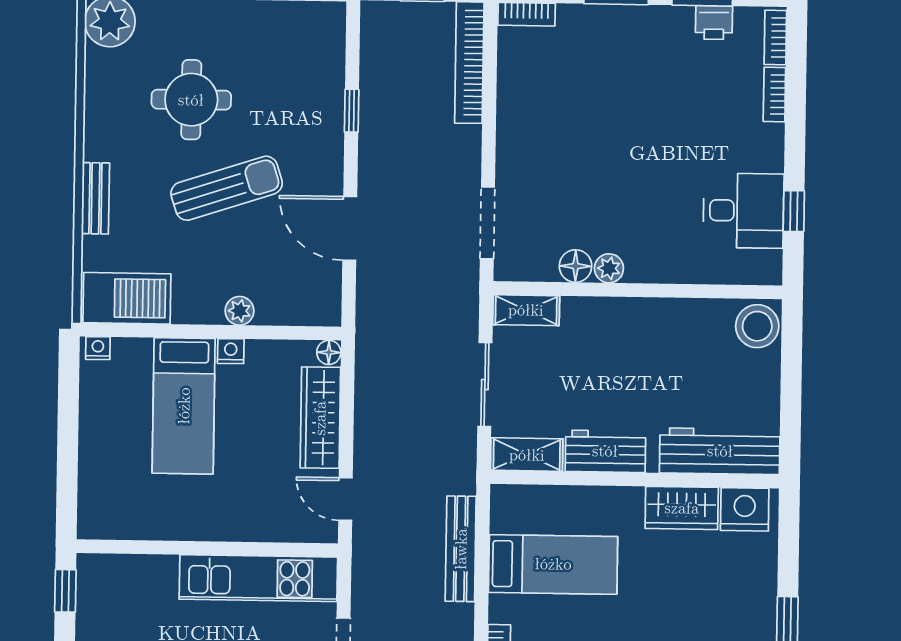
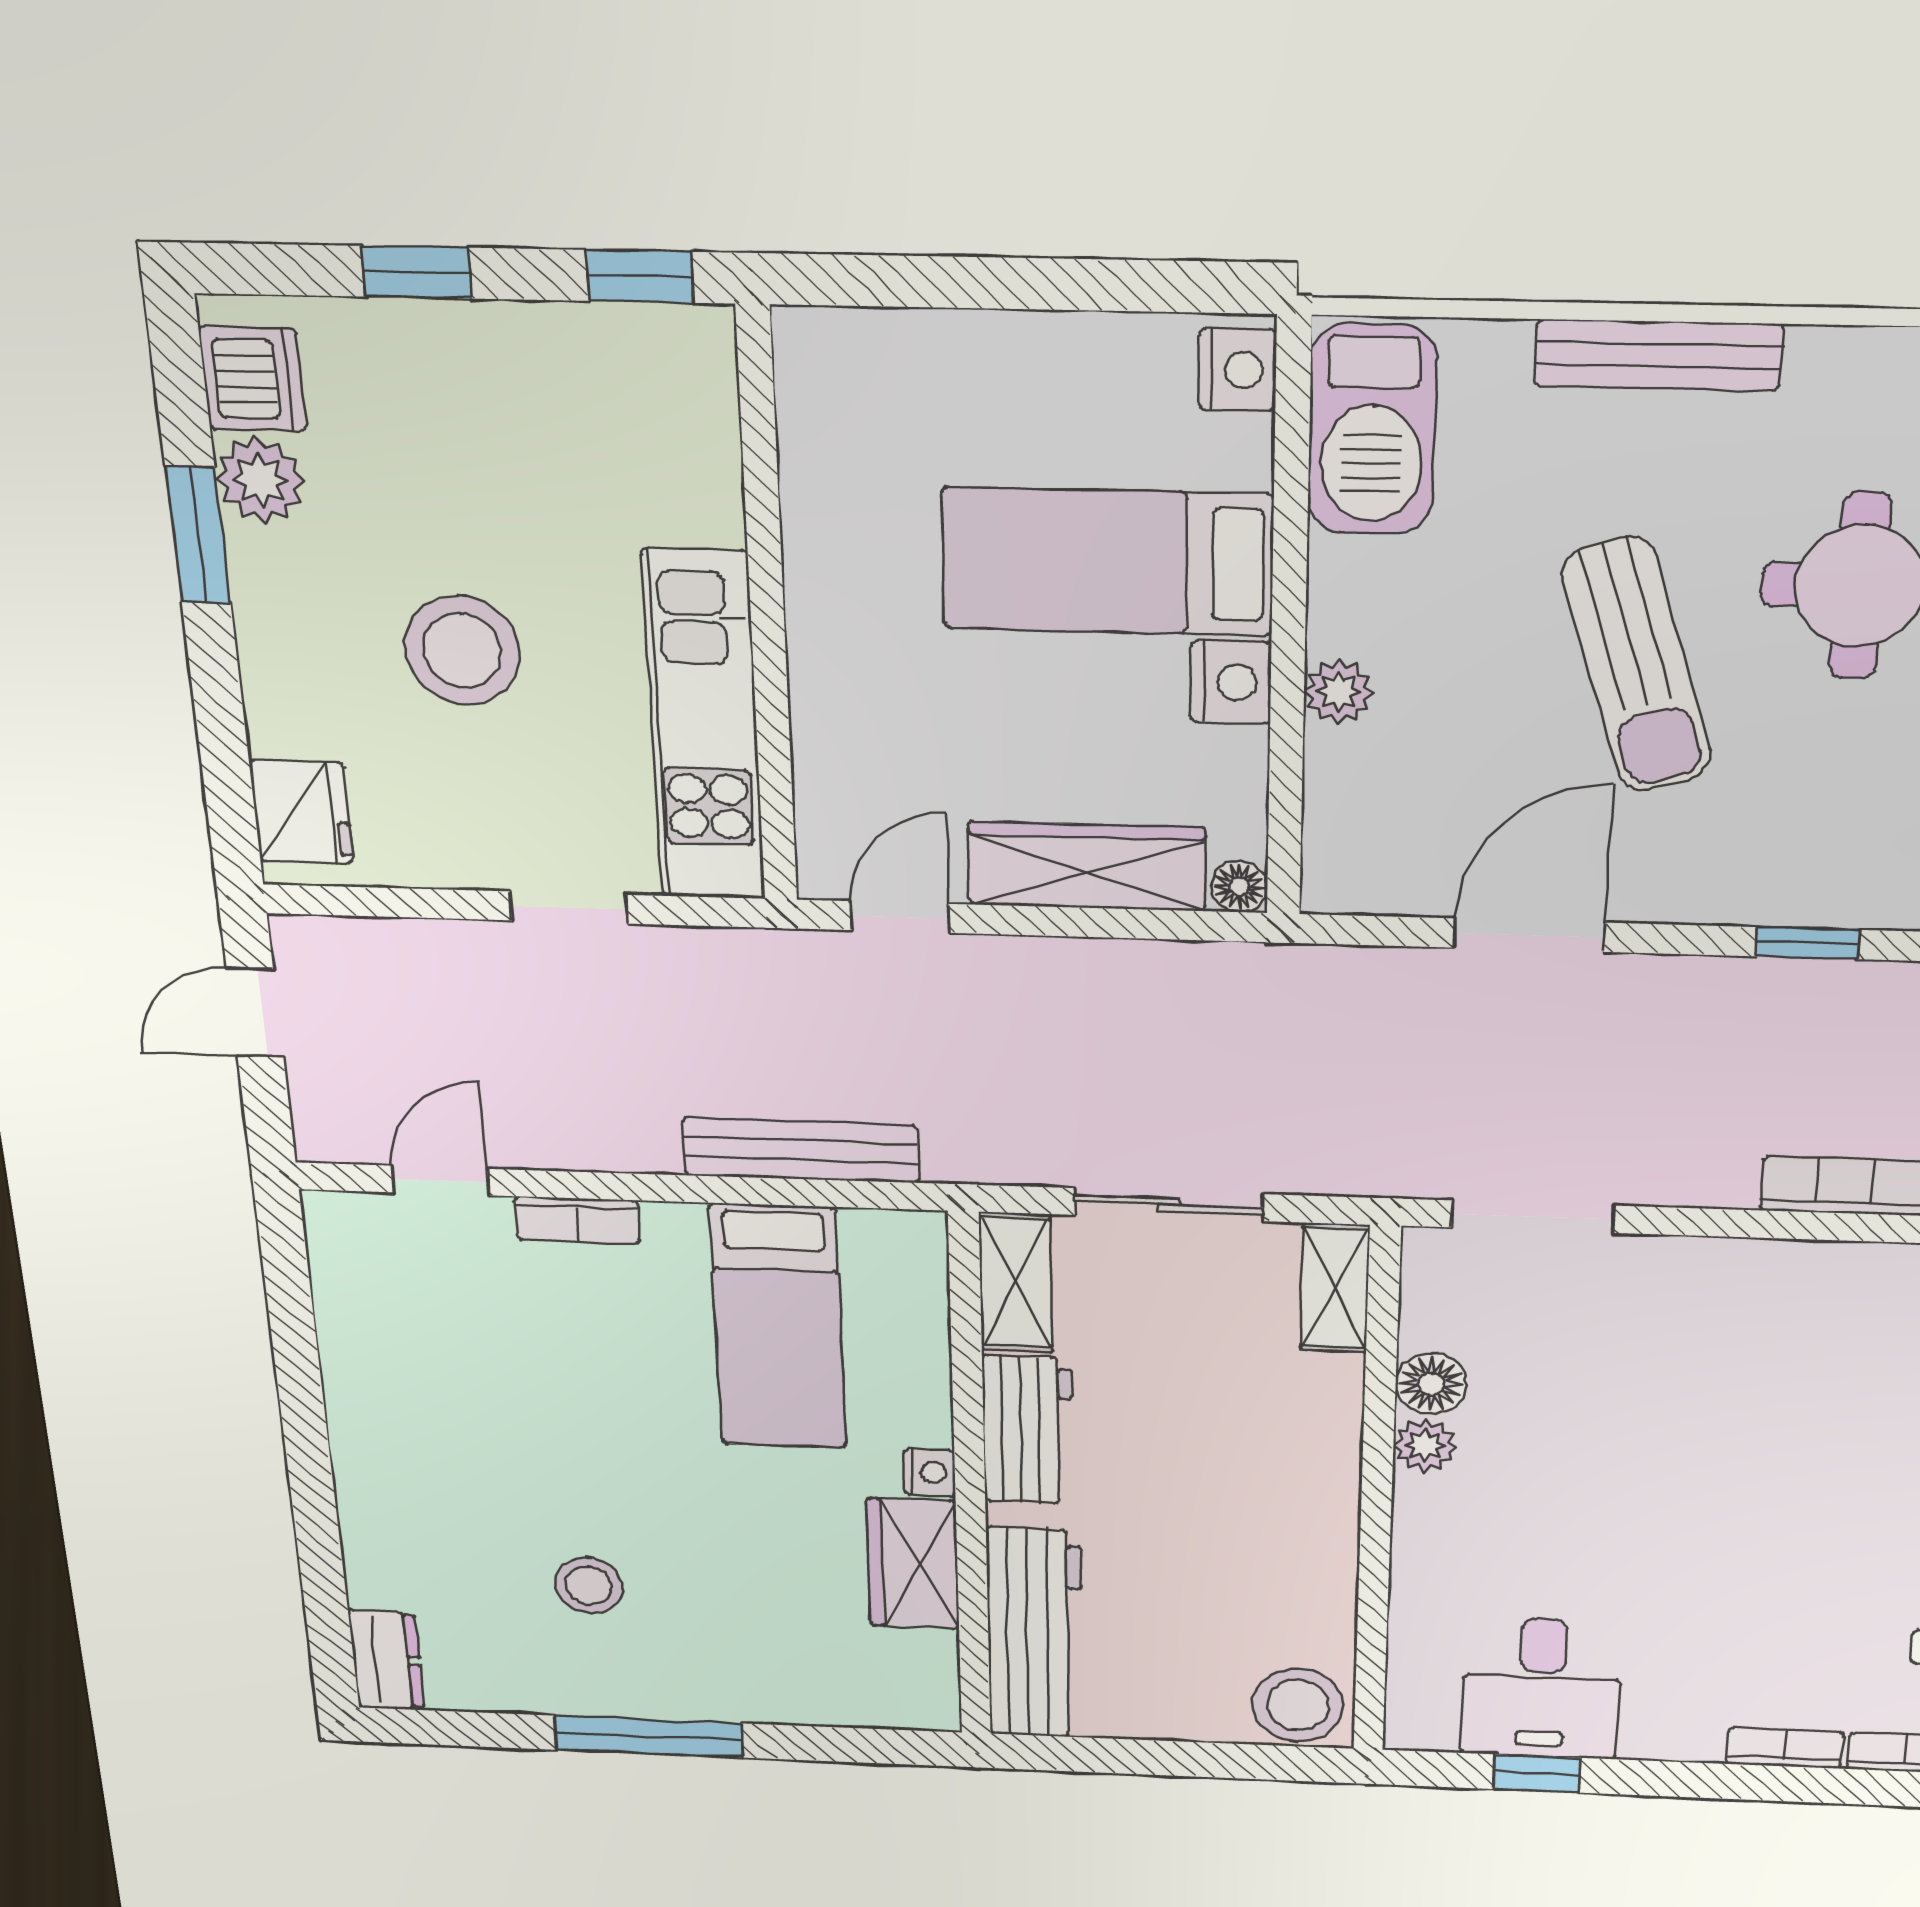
bench: (95, 198) -> (1658, 355), width x1.36
nightstand: (98, 348) -> (1237, 370), width x1.39, depth x1.35
nightstand: (231, 351) -> (1231, 682), width x1.39, depth x1.35
nightstand: (745, 509) -> (929, 1472), moved, width x0.53, depth x0.56

